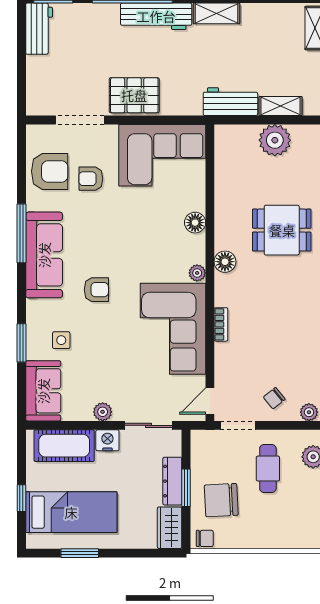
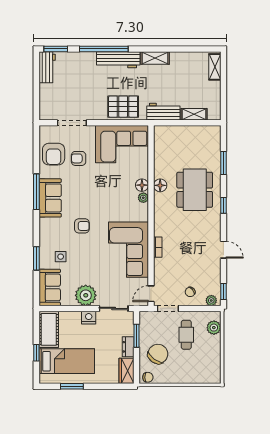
pallet: (134, 95) -> (123, 107), moved
plant: (275, 140) -> (190, 135), removed
armchair: (50, 171) -> (54, 154), turned 90
dining table: (282, 230) -> (195, 190), width x1.38
sofa: (44, 255) -> (50, 198), width x0.73
floor lamp: (225, 262) -> (160, 185), moved
plant: (197, 273) -> (143, 198), moved
plant: (103, 412) -> (86, 295), width x1.87, depth x1.87
cot: (64, 446) -> (49, 329), moved, turned 90
dresser: (172, 481) -> (128, 347), width x0.70
window: (186, 488) -> (136, 336), moved
chair: (221, 500) -> (158, 354), turned 129

